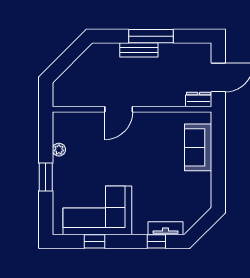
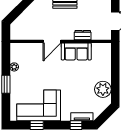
dresser: (199, 99) -> (83, 35), moved
sofa: (198, 147) -> (76, 51), moved, turned -90
plant: (199, 185) -> (103, 89), added

